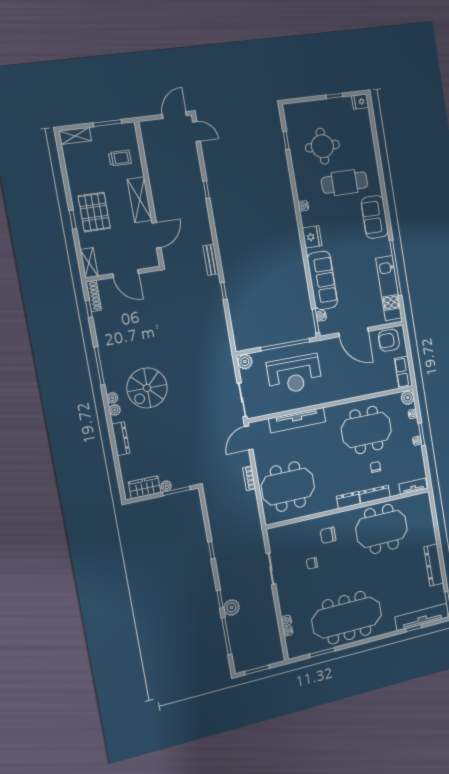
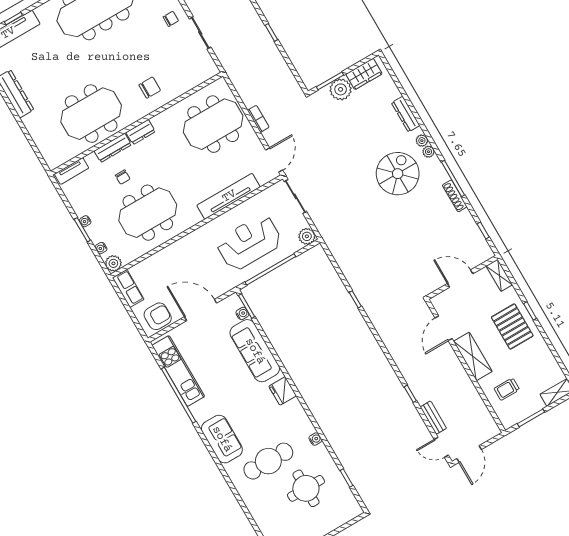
water cooler: (303, 206) -> (315, 439), moved
bench: (211, 260) -> (433, 418), moved
shoe rack: (94, 296) -> (455, 196), moved
plant: (166, 486) -> (341, 89), width x1.87, depth x1.87
chair: (312, 563) -> (171, 19), moved

